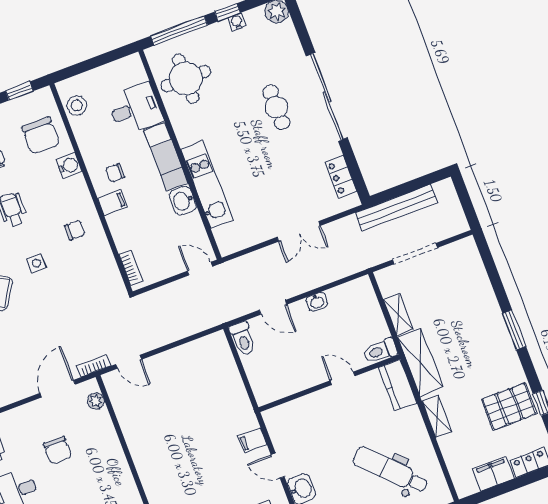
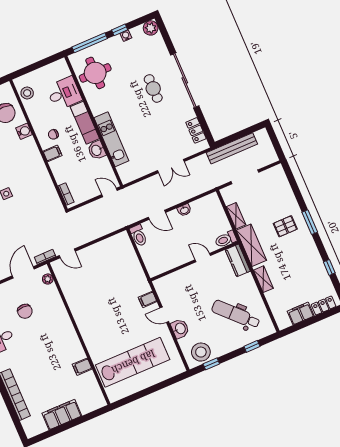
chair: (75, 230) -> (29, 172), removed
pallet: (509, 406) -> (285, 226), moved, width x0.67, depth x0.71

